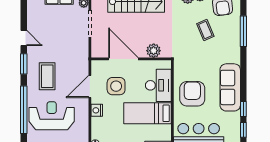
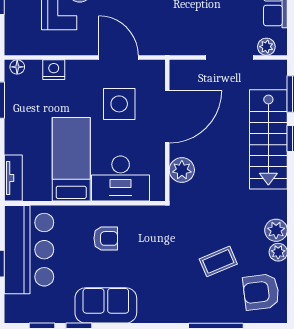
sofa: (230, 87) -> (106, 305), width x0.73
armchair: (192, 94) -> (106, 238), width x0.53, depth x0.53
nightstand: (97, 110) -> (54, 70), moved

